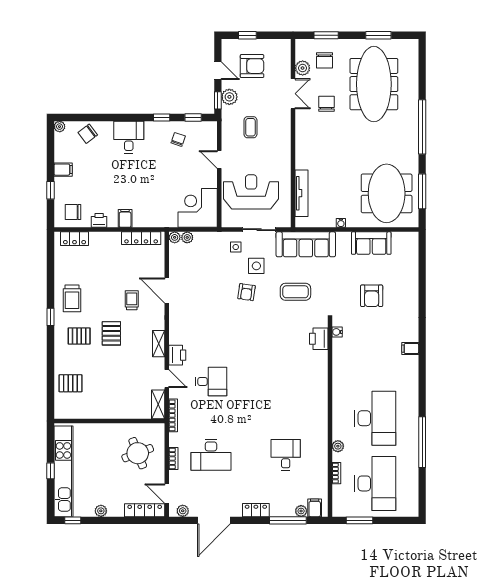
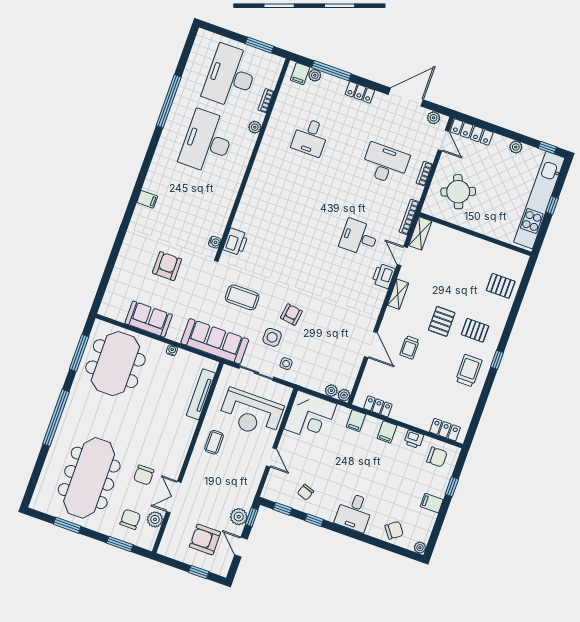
coffee table: (250, 127) -> (214, 442), moved
filing cabinet: (156, 219) -> (356, 421), added
locker: (141, 238) -> (378, 406), width x0.66

